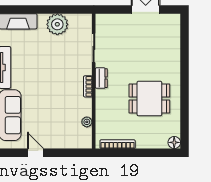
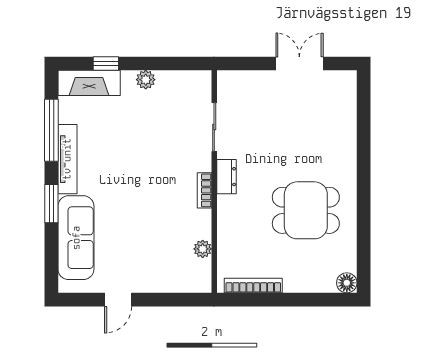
window: (28, 9) -> (106, 63), added
plant: (57, 24) -> (146, 80), width x0.53, depth x0.53
door: (36, 153) -> (118, 300), swing flipped

